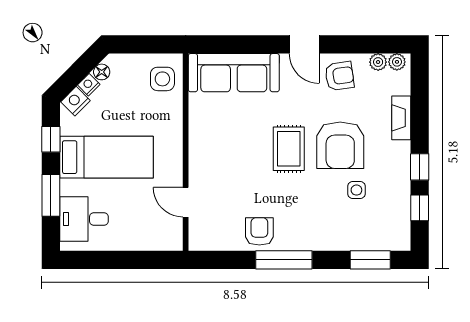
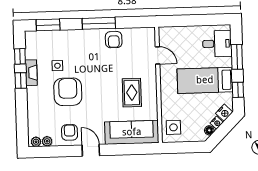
armchair: (339, 76) -> (70, 132), turned 98
fireplace: (401, 118) -> (31, 73), moved
rug: (289, 149) -> (132, 93), moved

